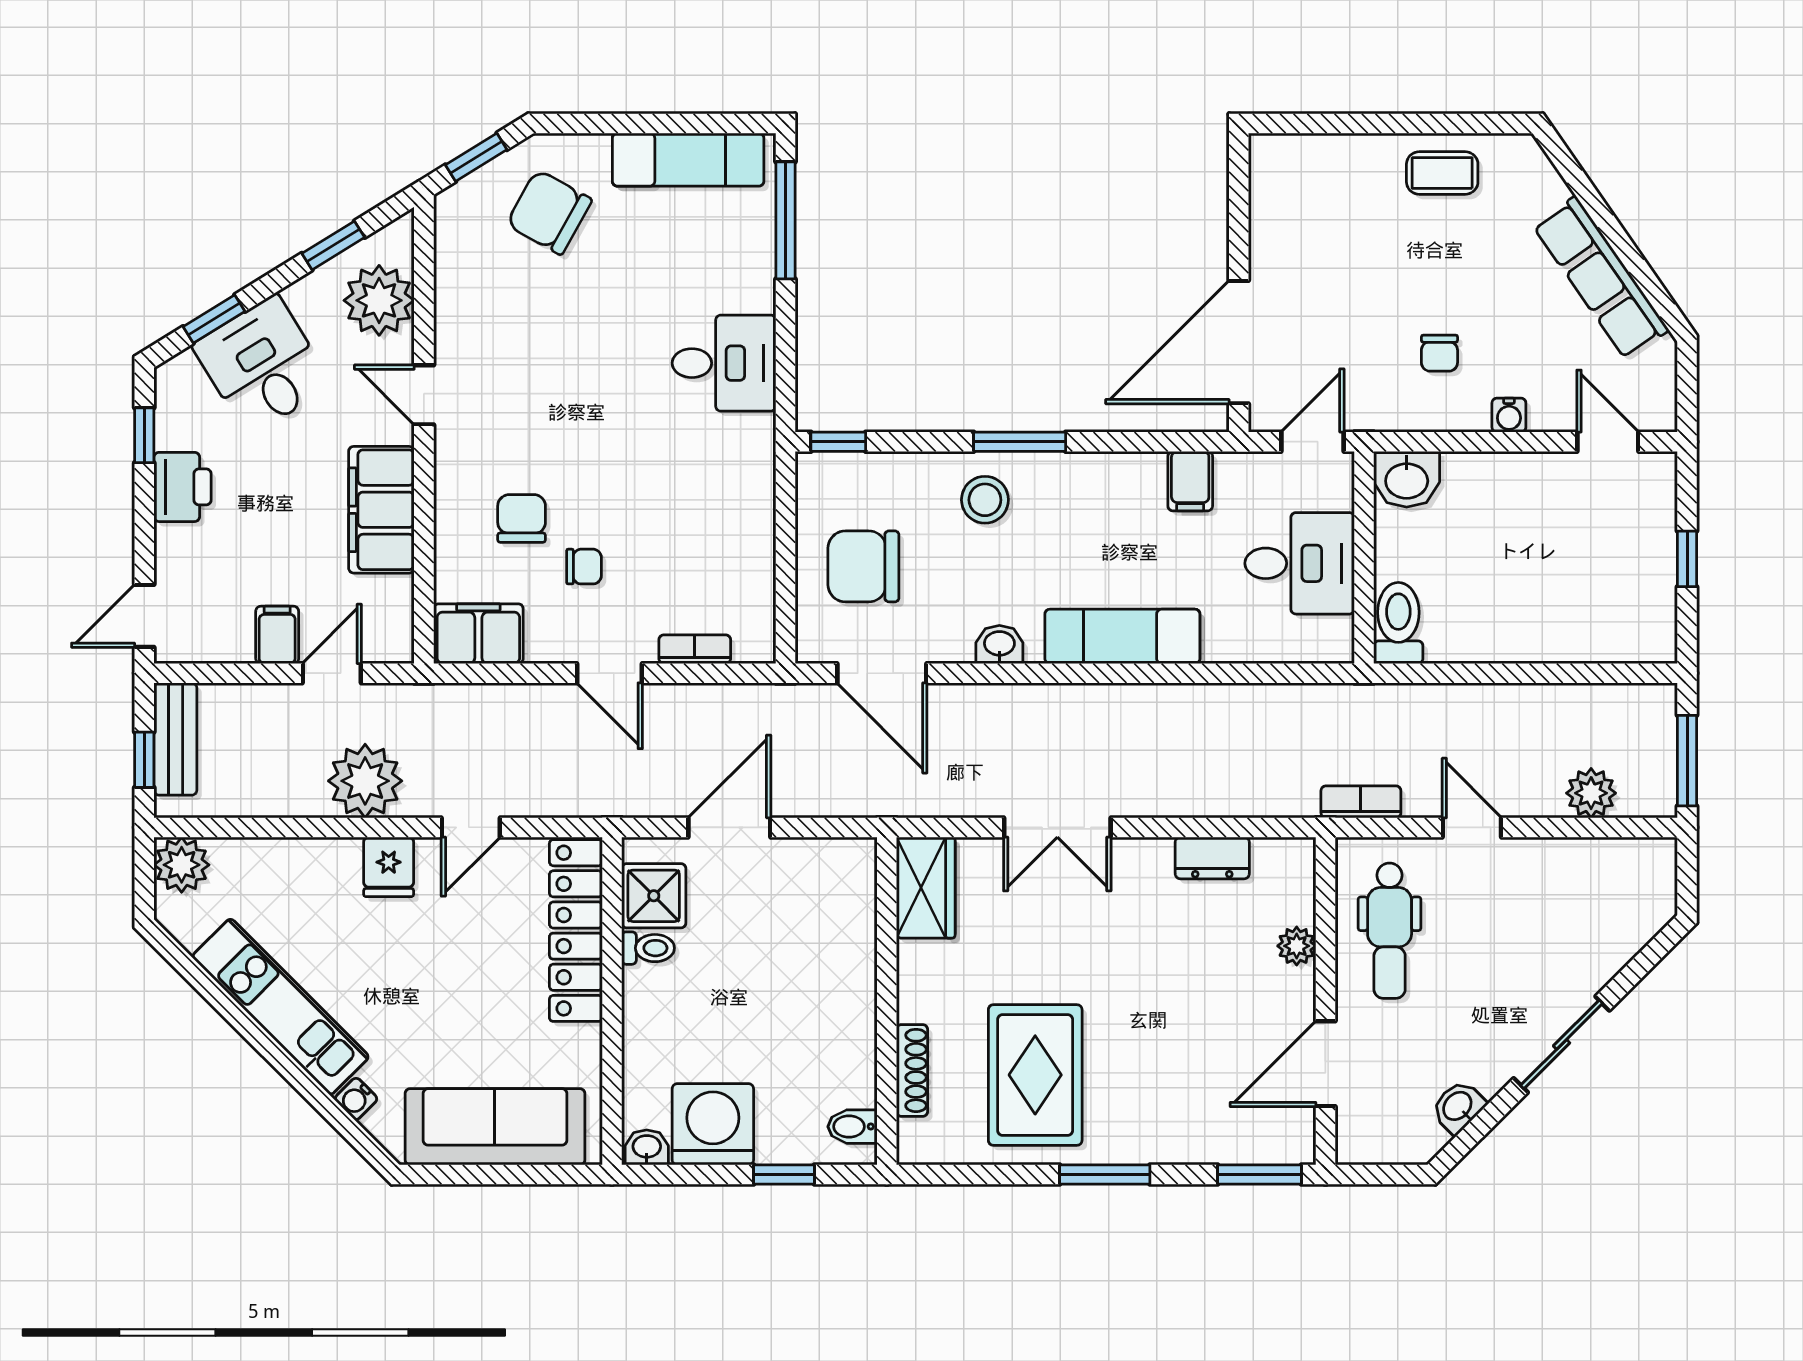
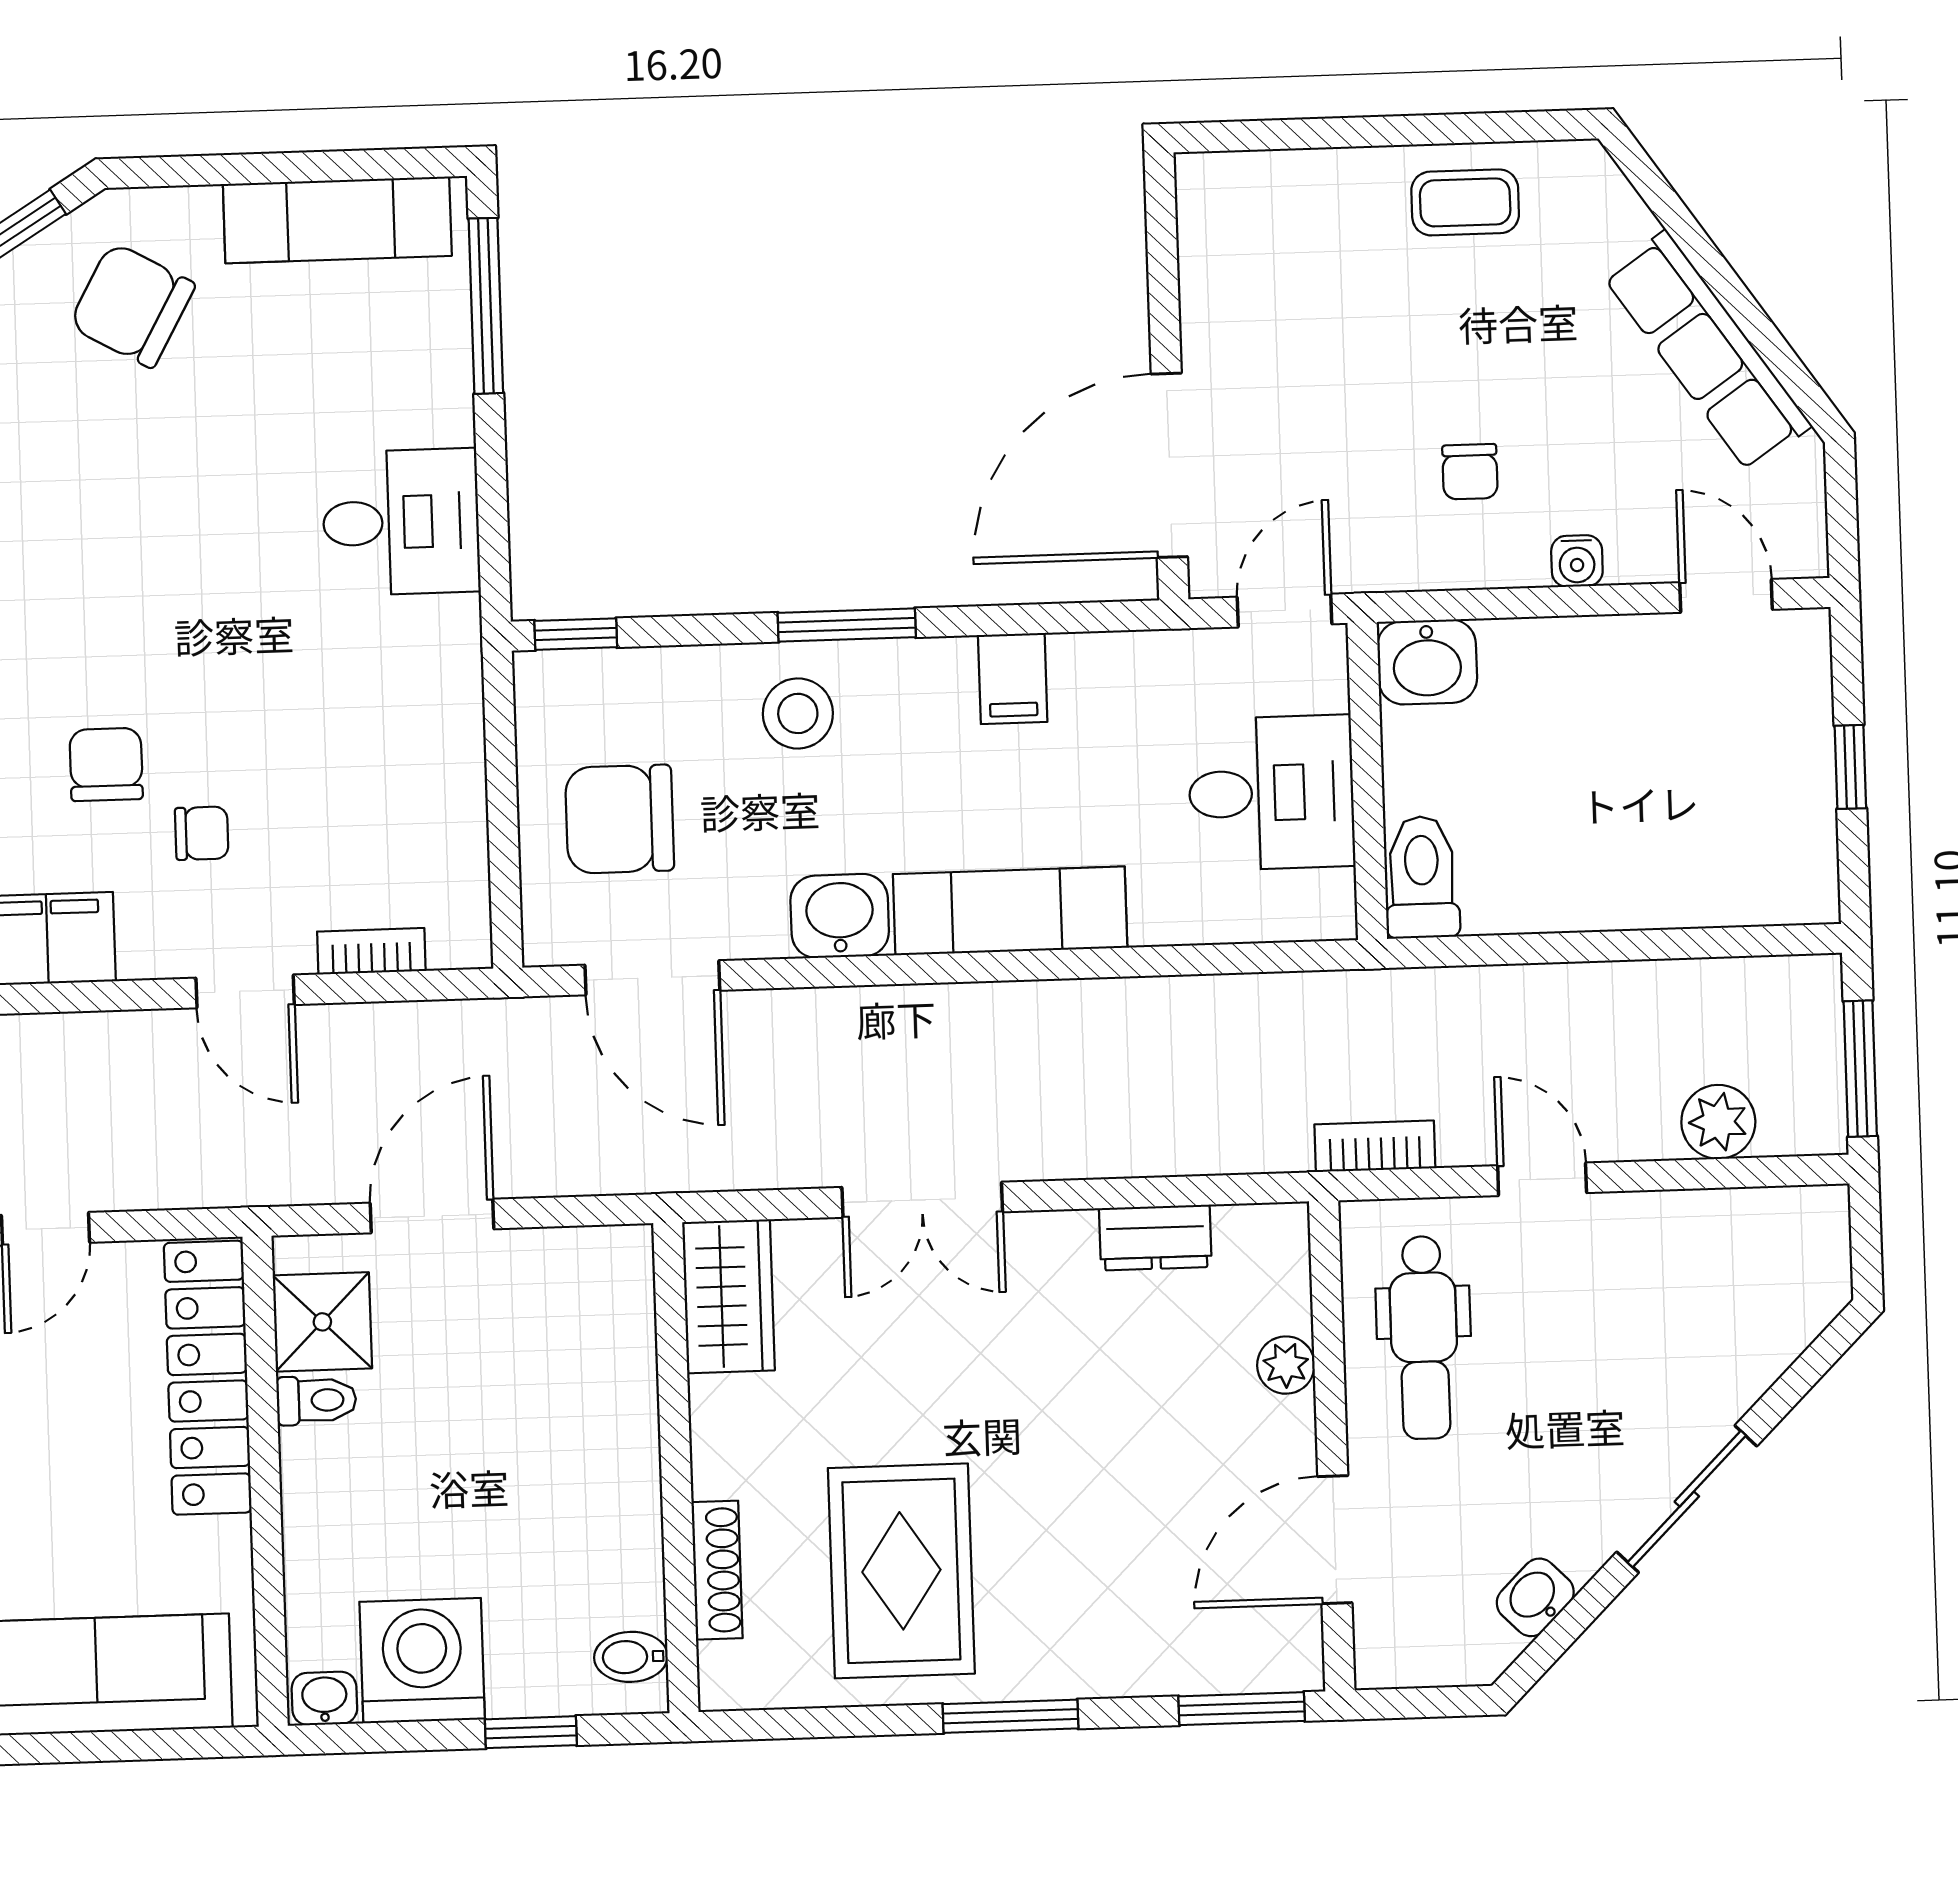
filing cabinet: (1190, 481) -> (1013, 678), moved
washbasin: (999, 645) -> (840, 916), width x1.38, depth x1.45

